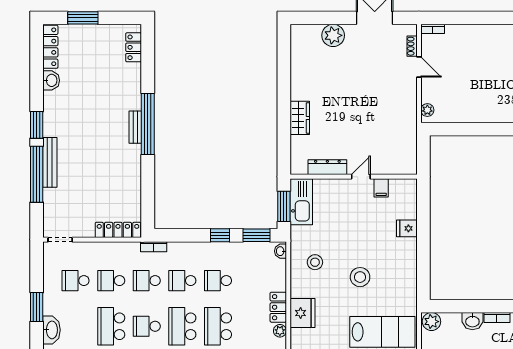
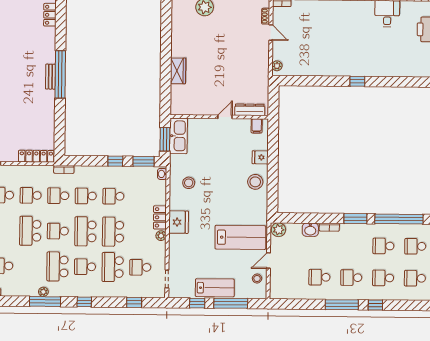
dresser: (327, 167) -> (250, 110), moved
filing cabinet: (381, 188) -> (257, 126), moved
stool: (360, 277) -> (255, 182), moved

